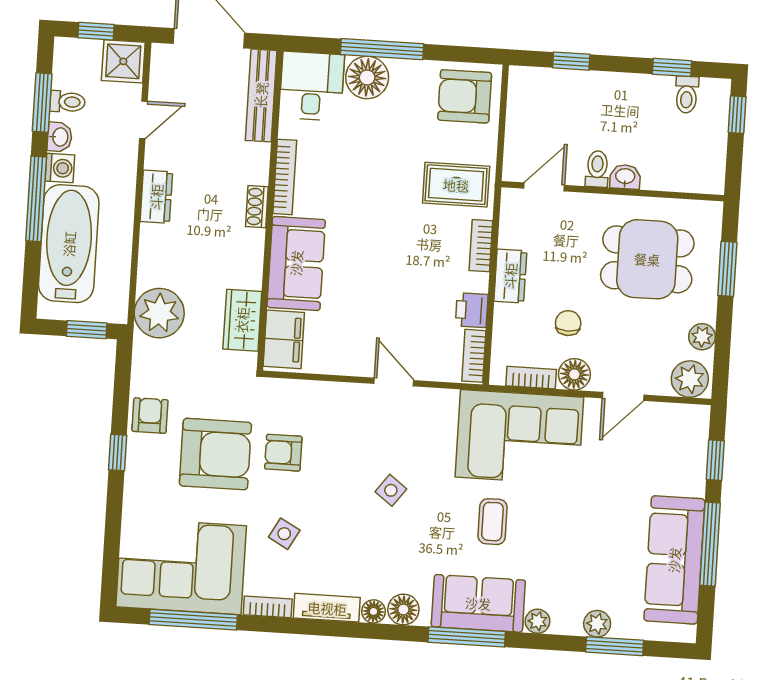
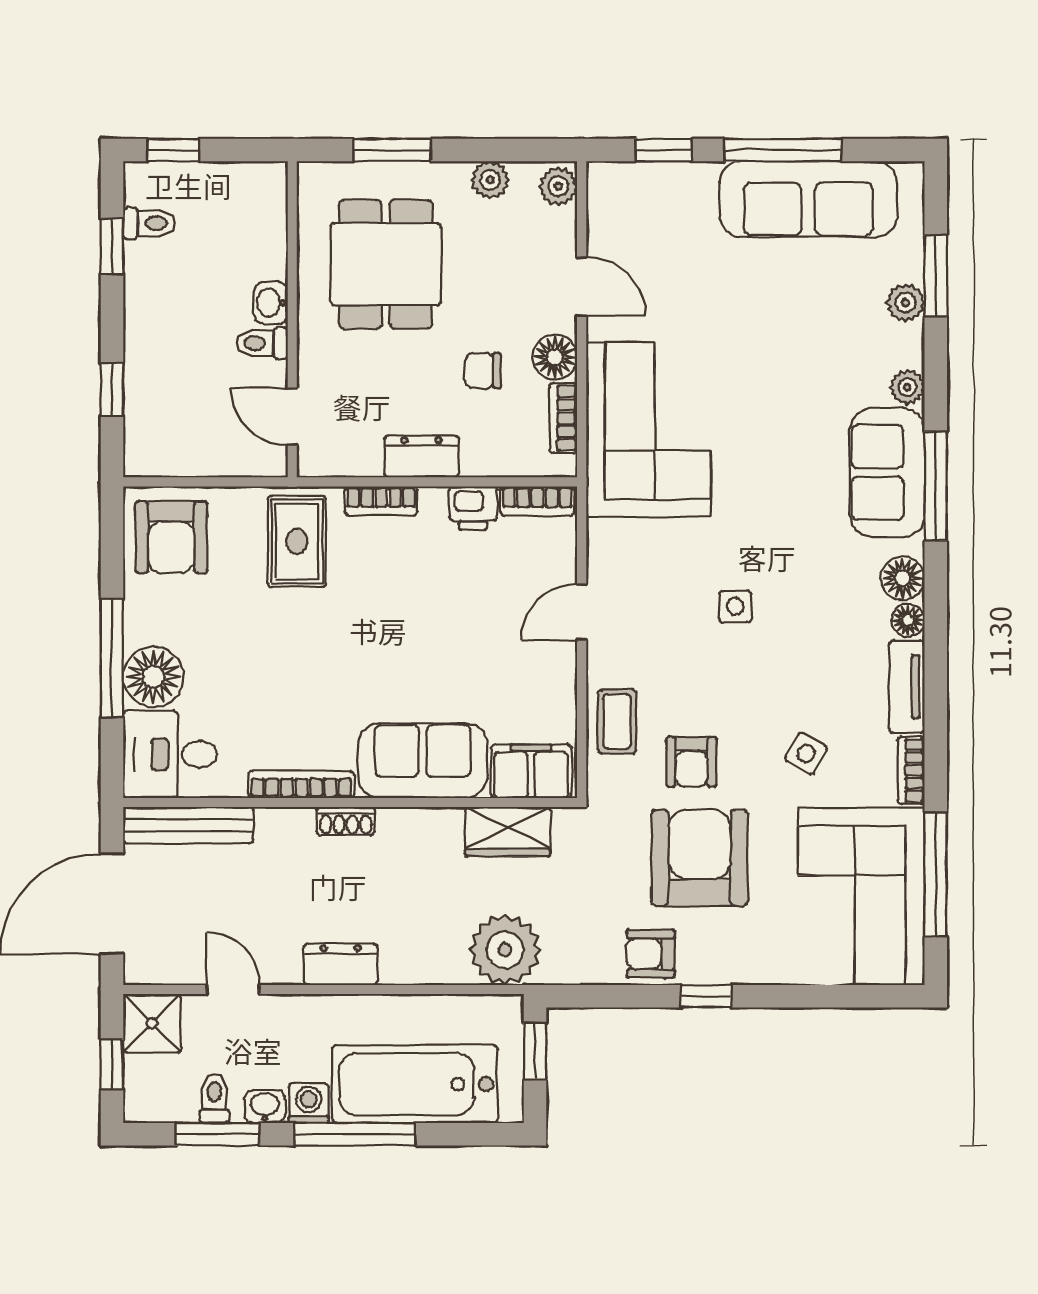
plant: (690, 379) -> (558, 186), width x0.73, depth x0.73
side table: (391, 490) -> (735, 606), turned -37
coffee table: (493, 522) -> (617, 722), moved, turned 90

